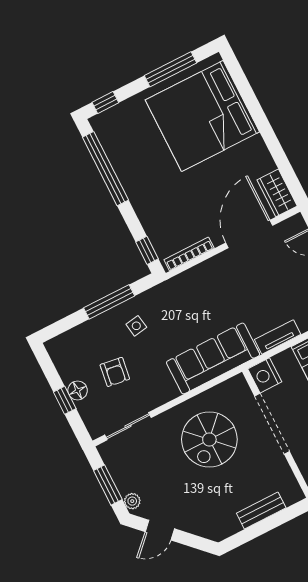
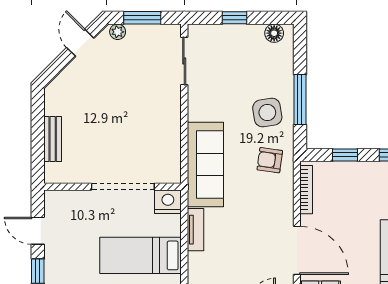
window: (147, 250) -> (345, 155), moved
side table: (136, 326) -> (267, 112), width x1.87, depth x1.87
armchair: (115, 372) -> (270, 160), moved
floor lamp: (78, 390) -> (274, 33), moved
spiral stairs: (209, 439) -> (137, 126), removed

